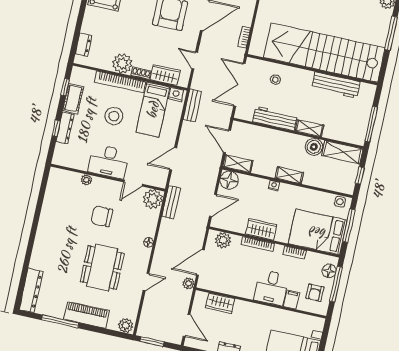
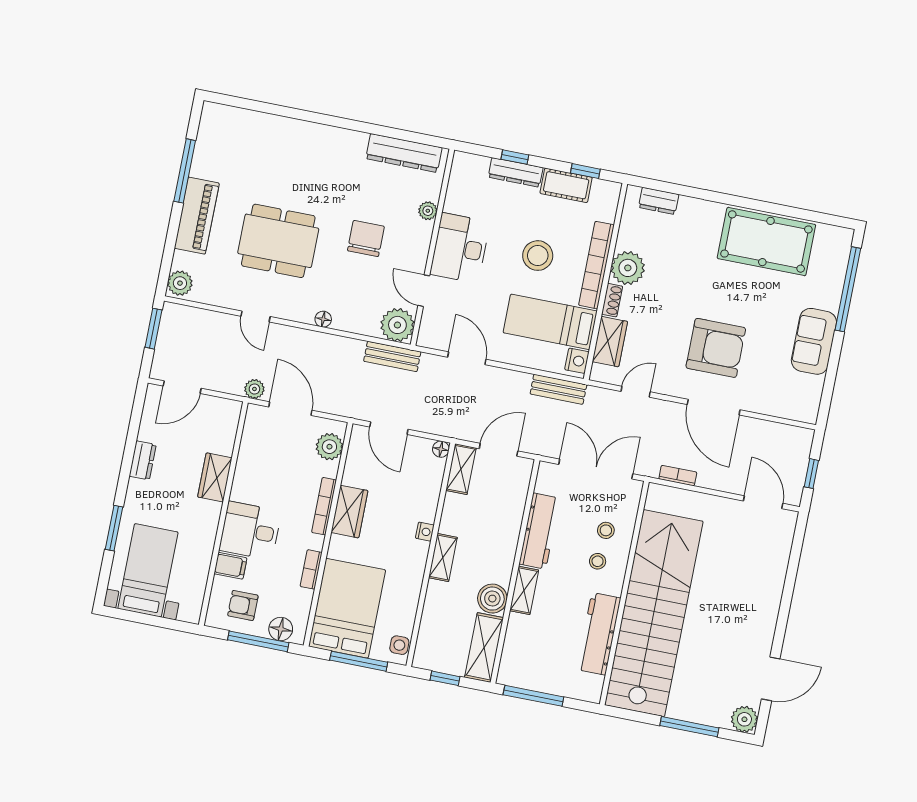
stool: (293, 85) -> (598, 561), added
floor lamp: (229, 180) -> (441, 449), width x0.53, depth x0.53
dresser: (31, 290) -> (404, 153), moved
wardrobe: (220, 303) -> (215, 477), moved

